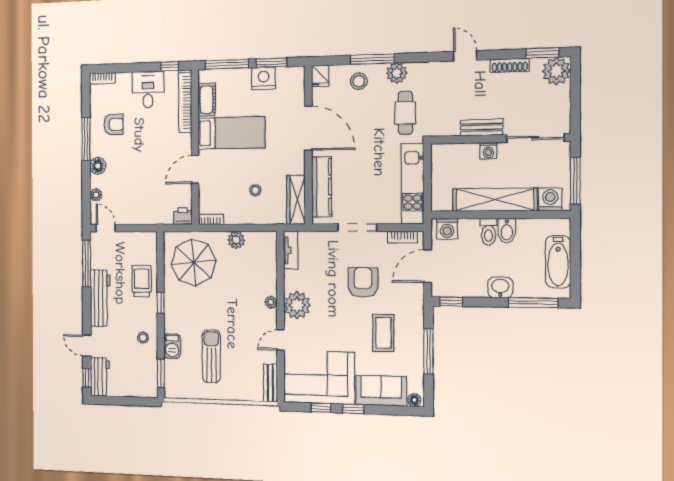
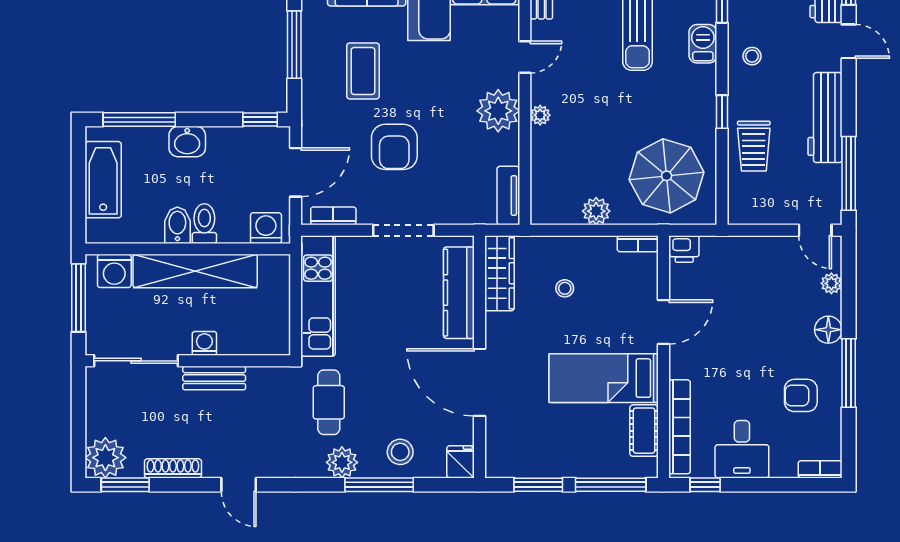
nightstand: (264, 78) -> (551, 461), removed

